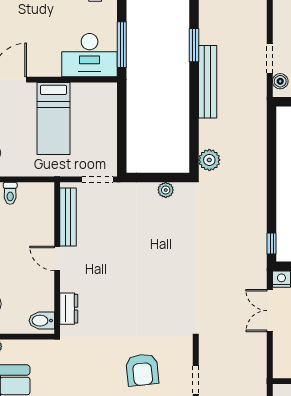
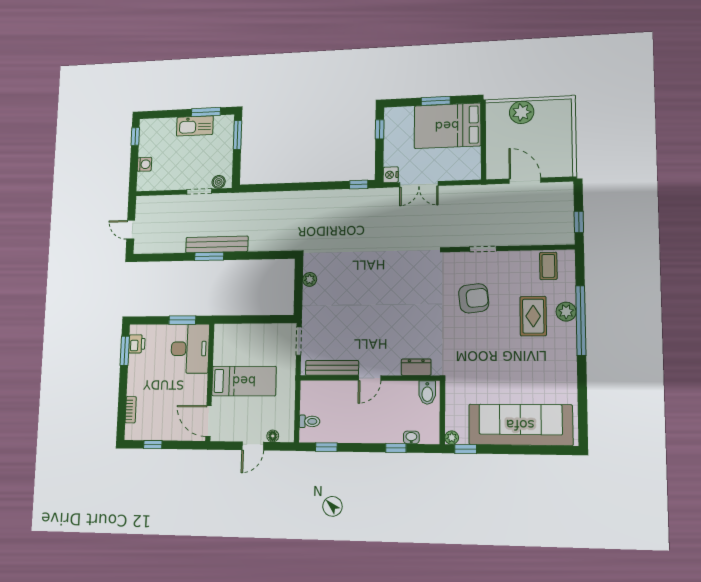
window: (122, 45) -> (182, 320), width x0.69
window: (194, 45) -> (209, 256), moved
plant: (209, 160) -> (284, 241), removed

